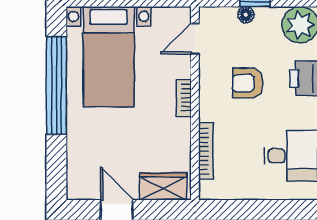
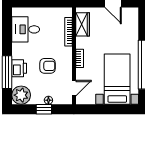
wardrobe: (163, 186) -> (83, 24), moved, turned -90

